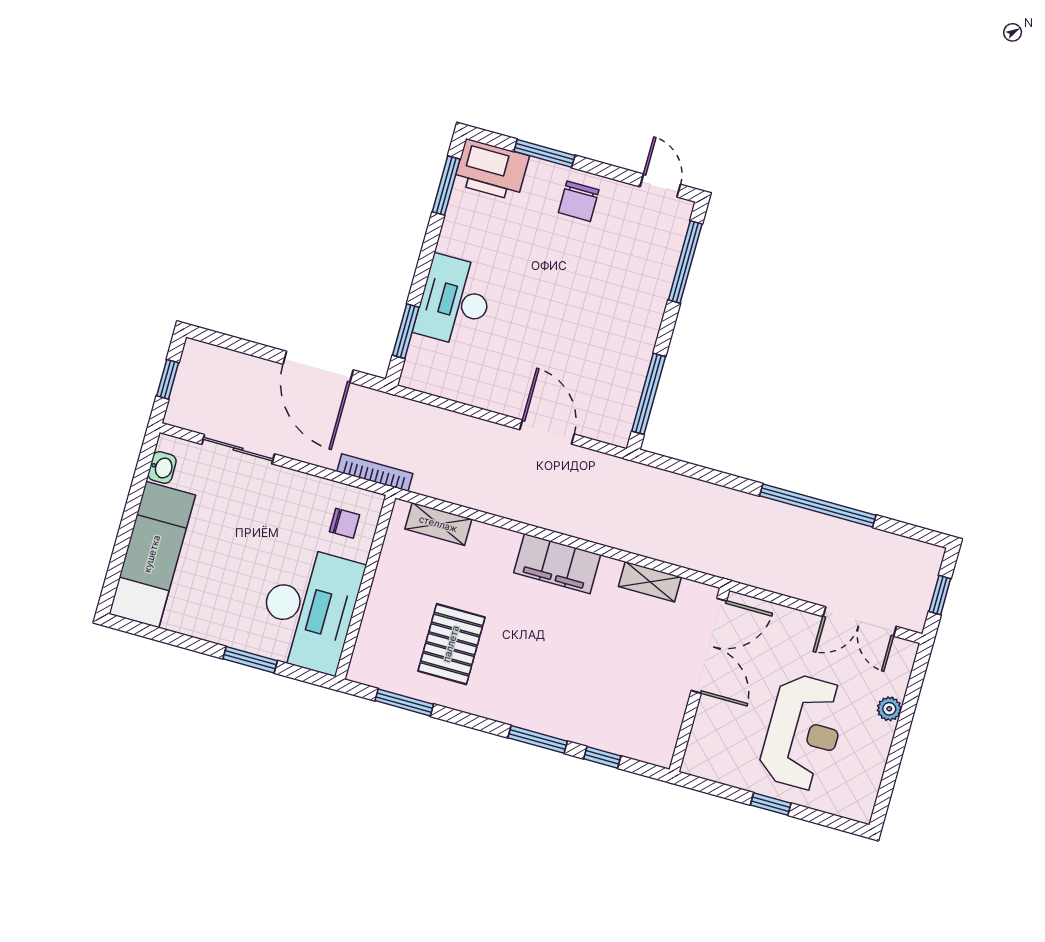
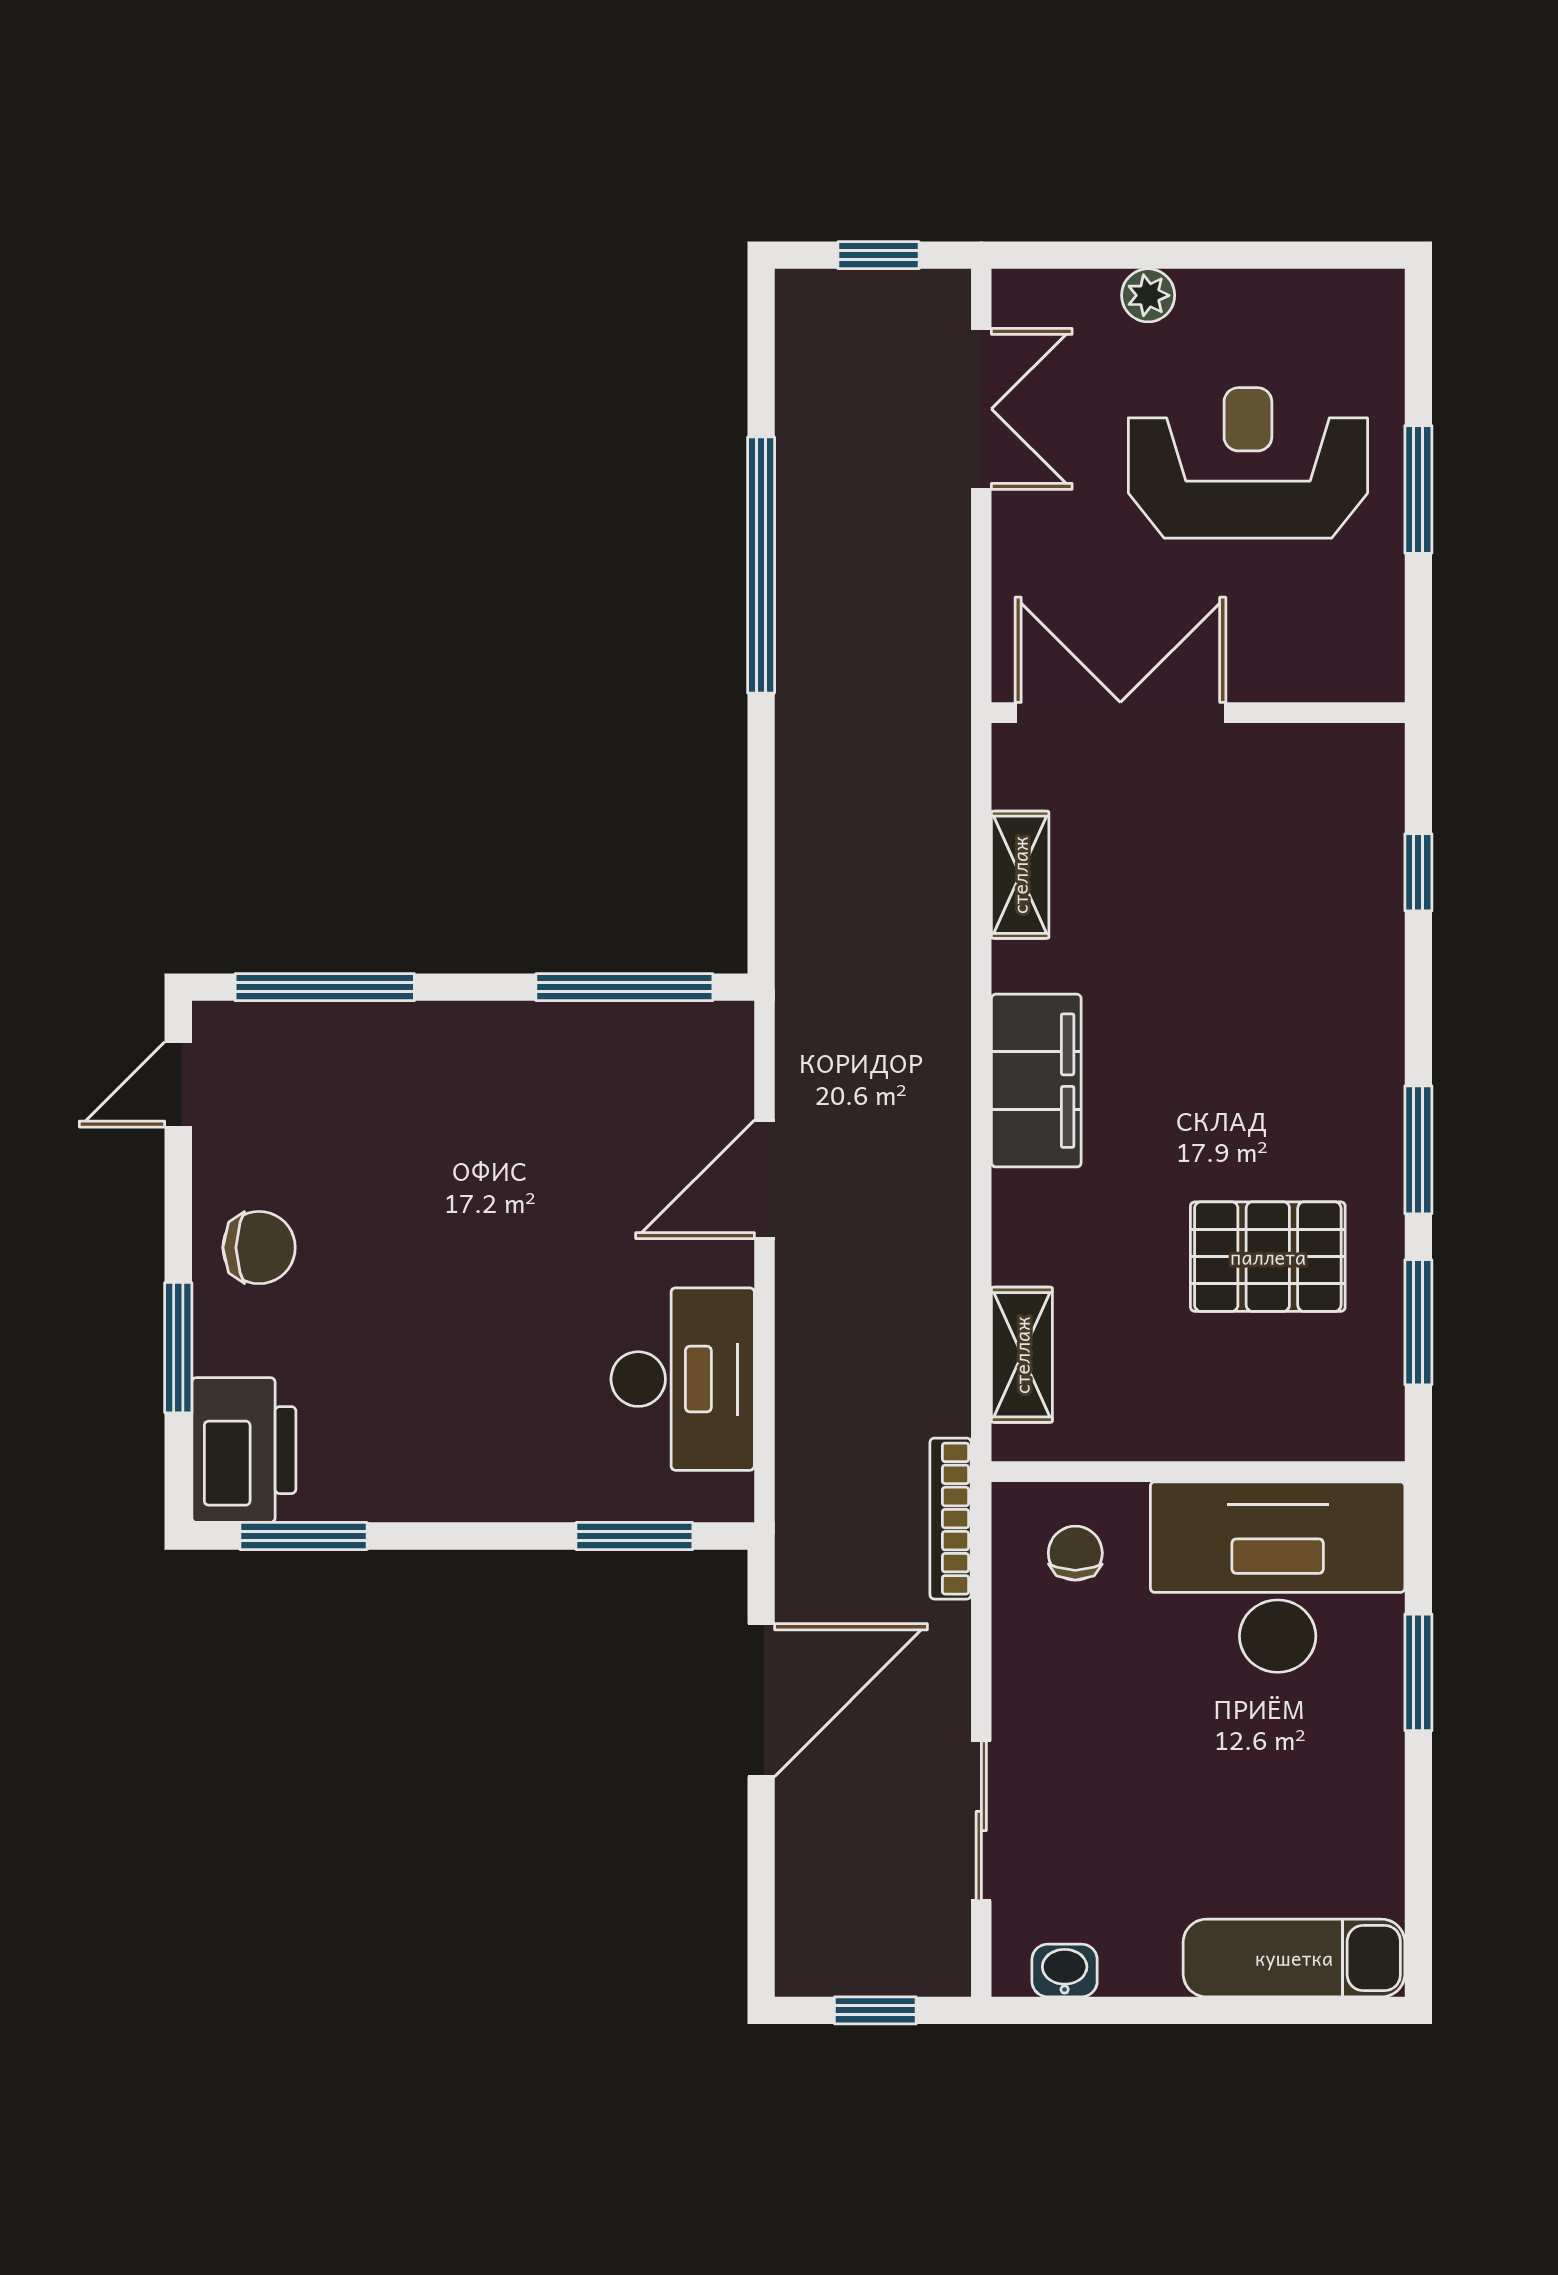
desk: (455, 301) -> (683, 1379), moved, turned -90
exam couch: (152, 554) -> (1294, 1958), width x0.73, depth x0.69
window: (538, 739) -> (1418, 1150), moved
window: (771, 804) -> (1418, 489), width x1.50

